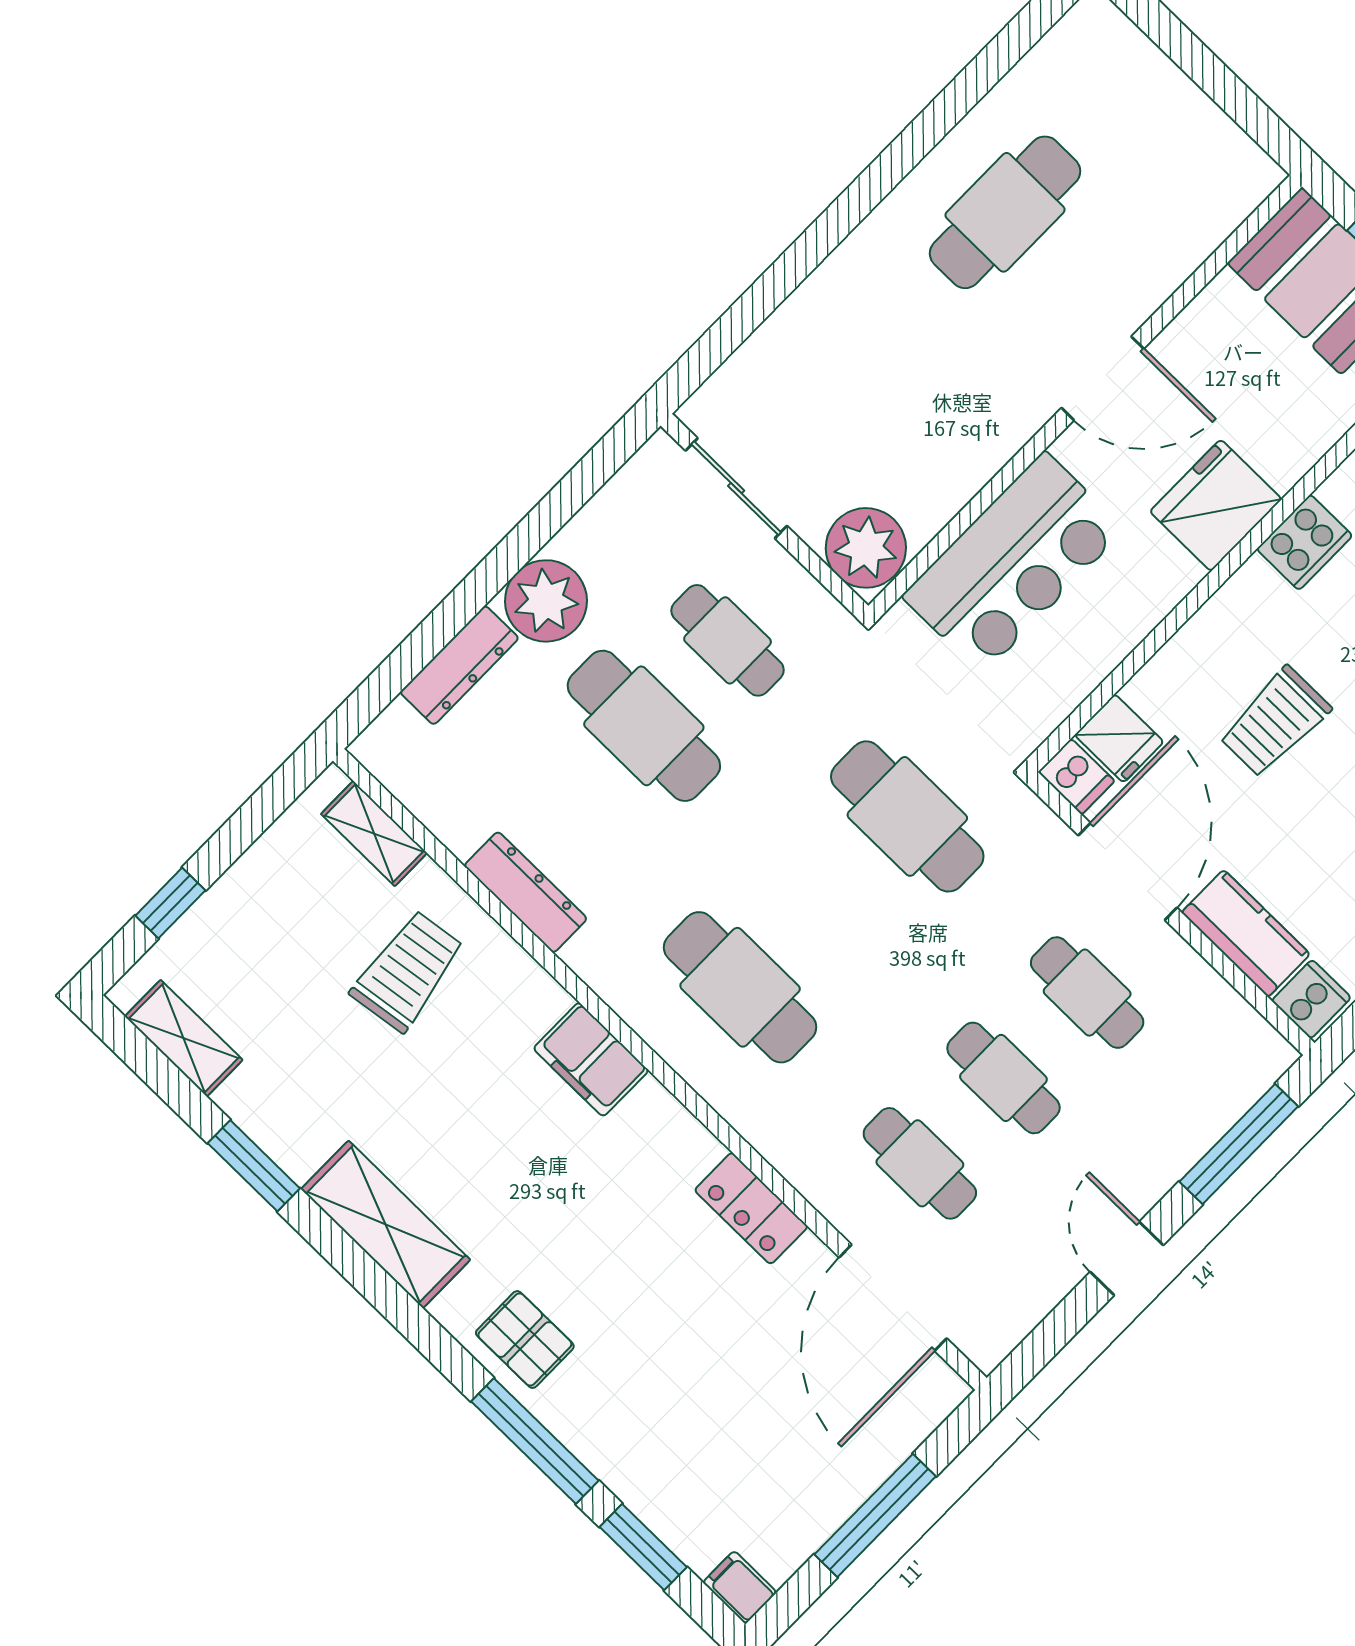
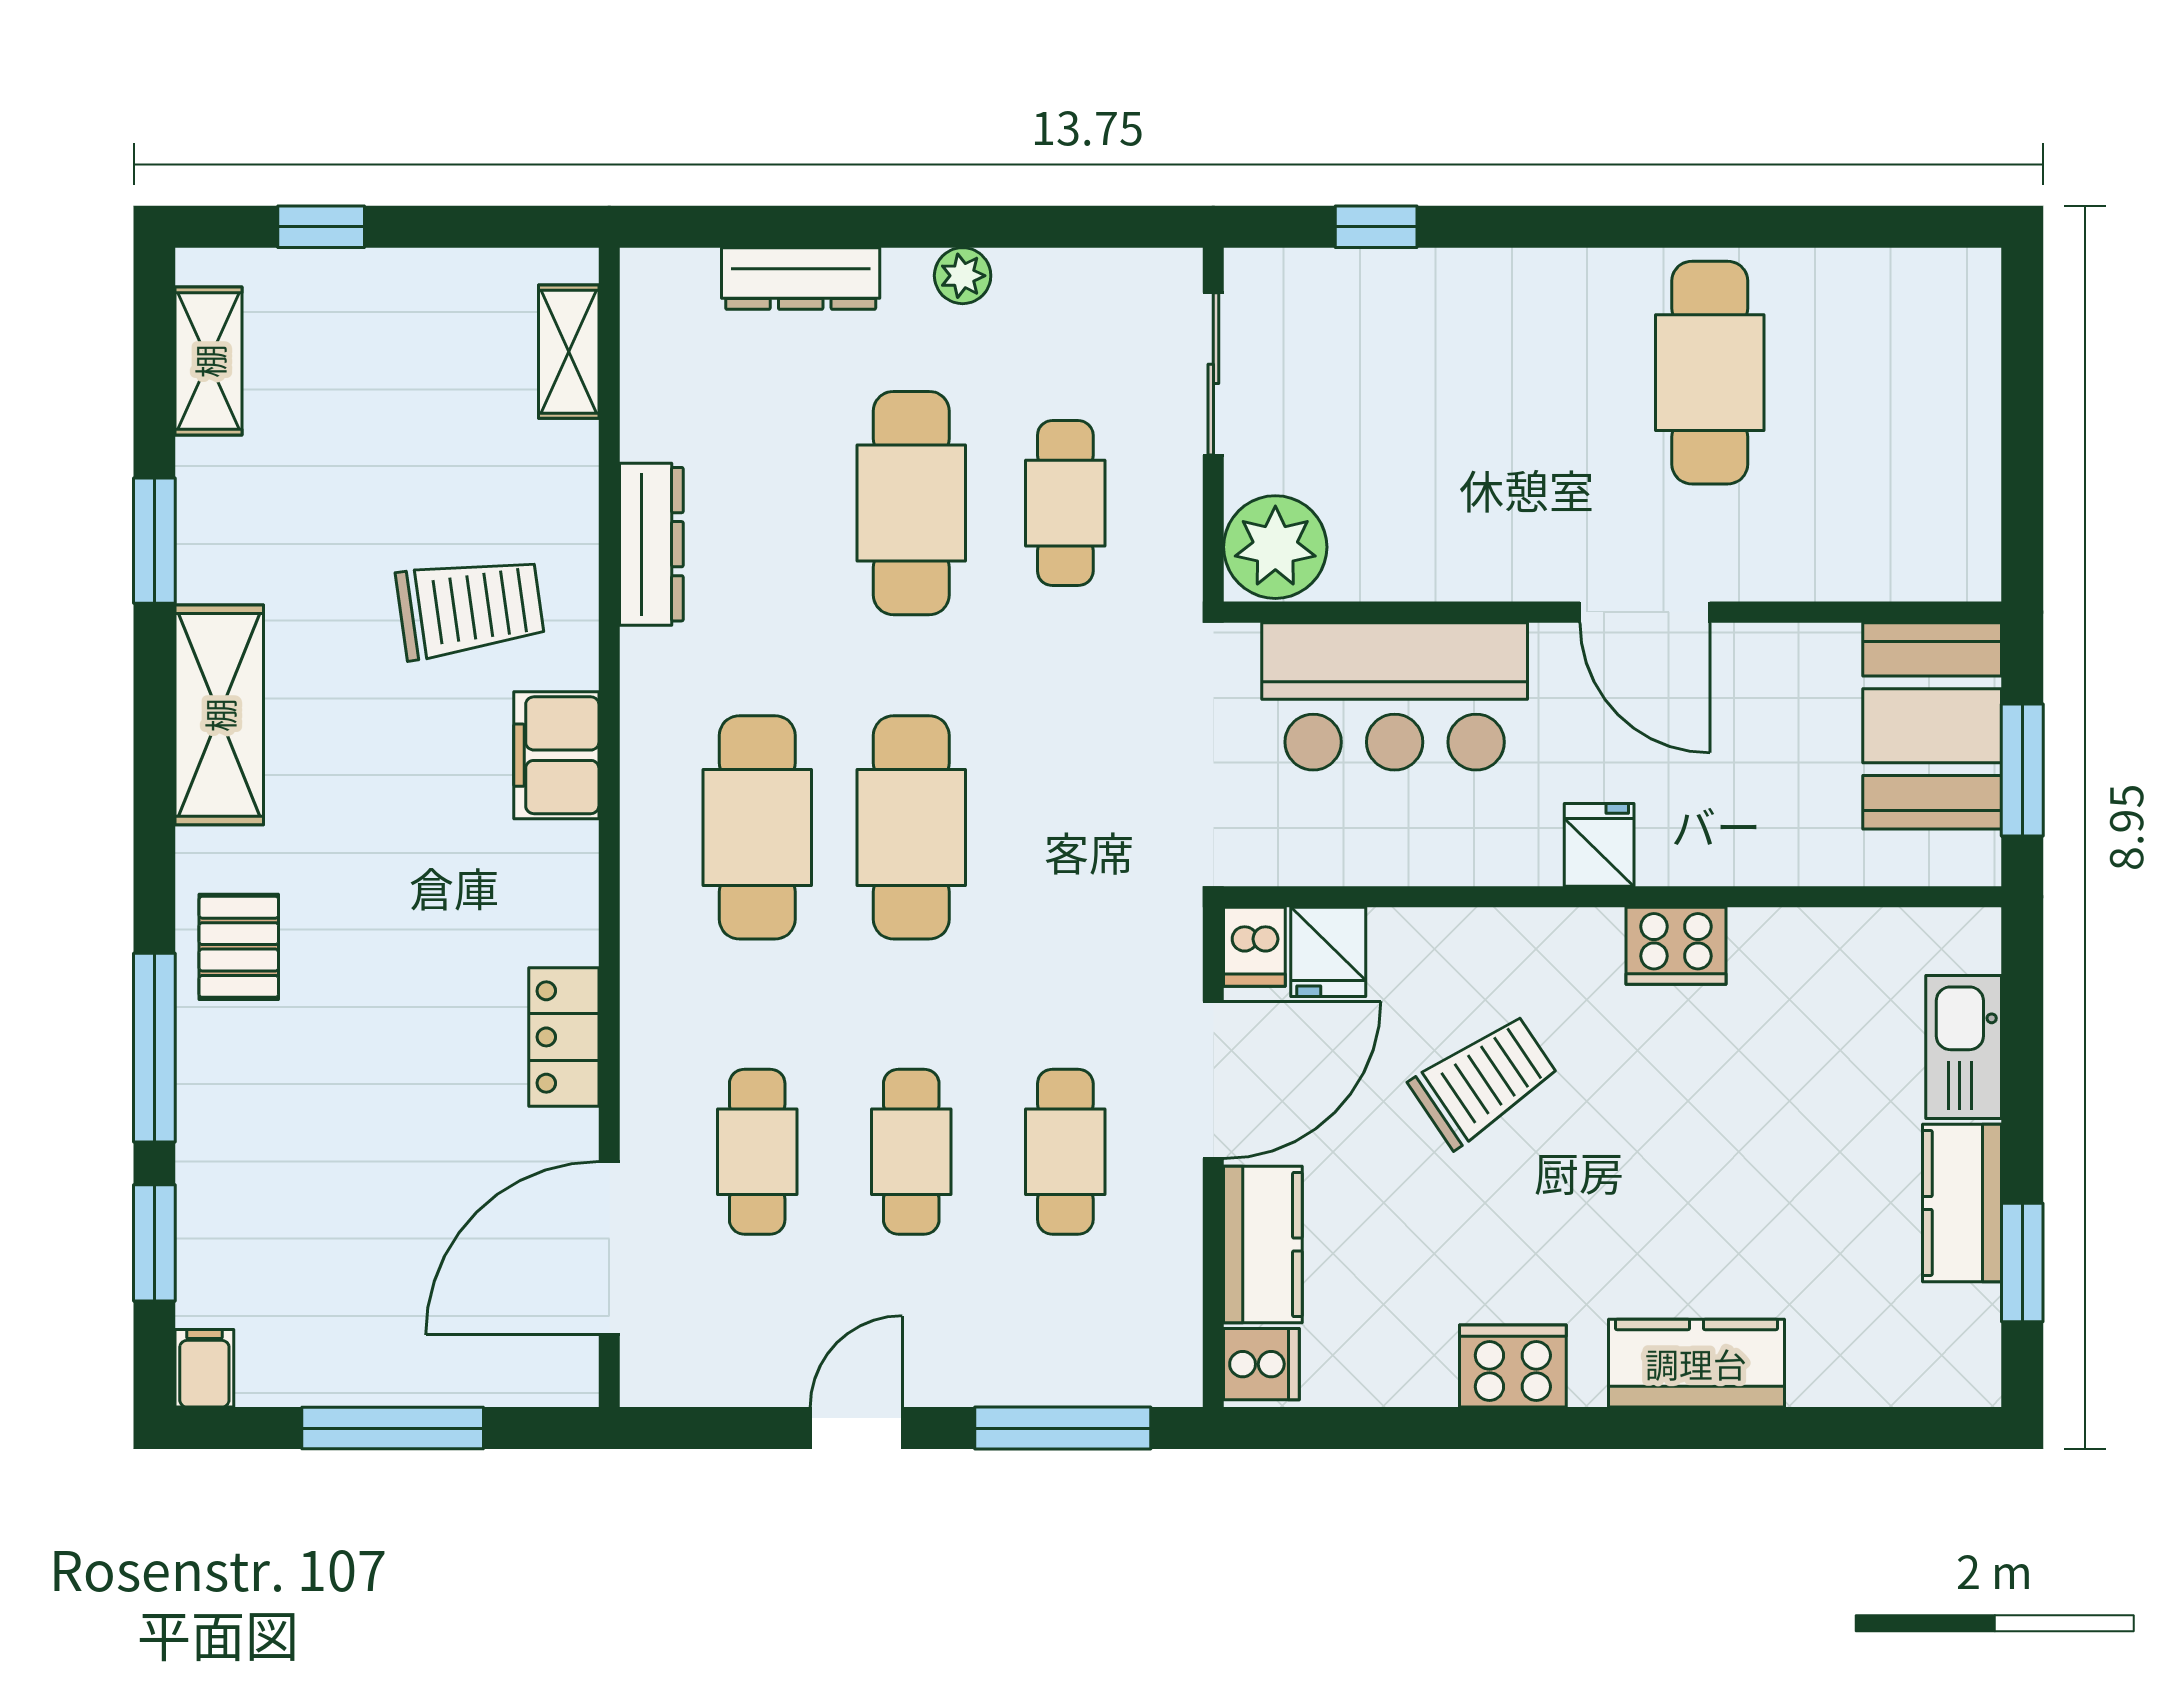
cafe table: (1005, 212) -> (1710, 373), turned 90
window: (743, 318) -> (1376, 227), added
fridge: (1216, 505) -> (1599, 845), width x0.53, depth x0.75
plant: (546, 601) -> (963, 276), width x0.53, depth x0.53
trolley: (1275, 722) -> (1484, 1081), turned 146
cafe table: (907, 816) -> (911, 827), moved
trolley: (408, 971) -> (470, 607), moved

